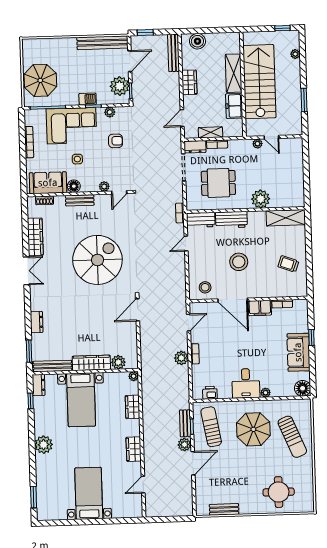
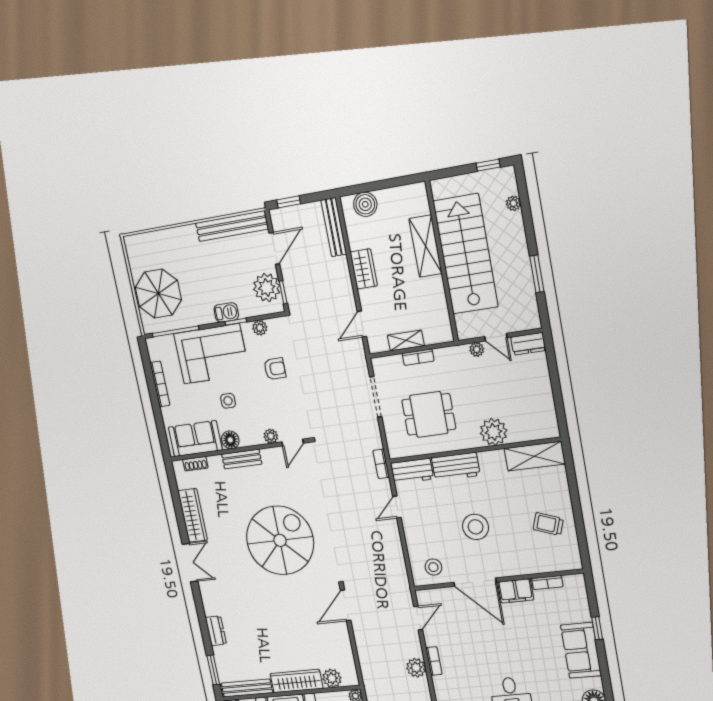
freezer: (234, 106) -> (434, 296), removed
dresser: (195, 147) -> (528, 344), moved

